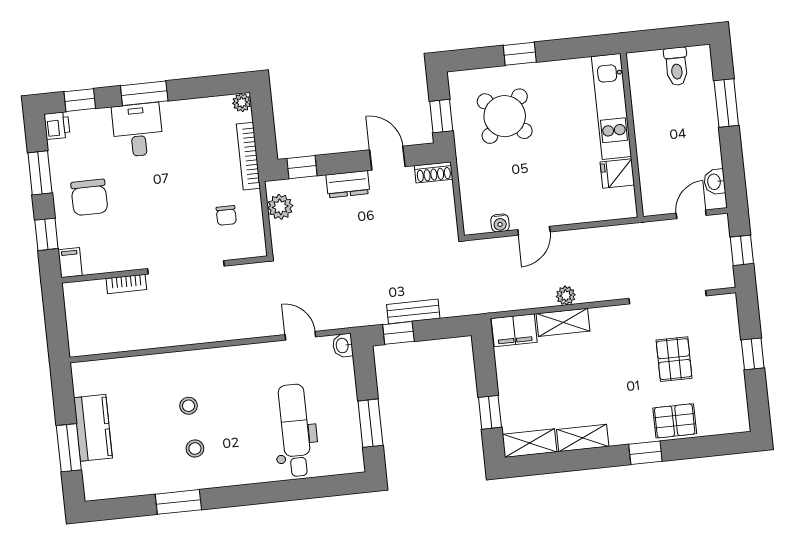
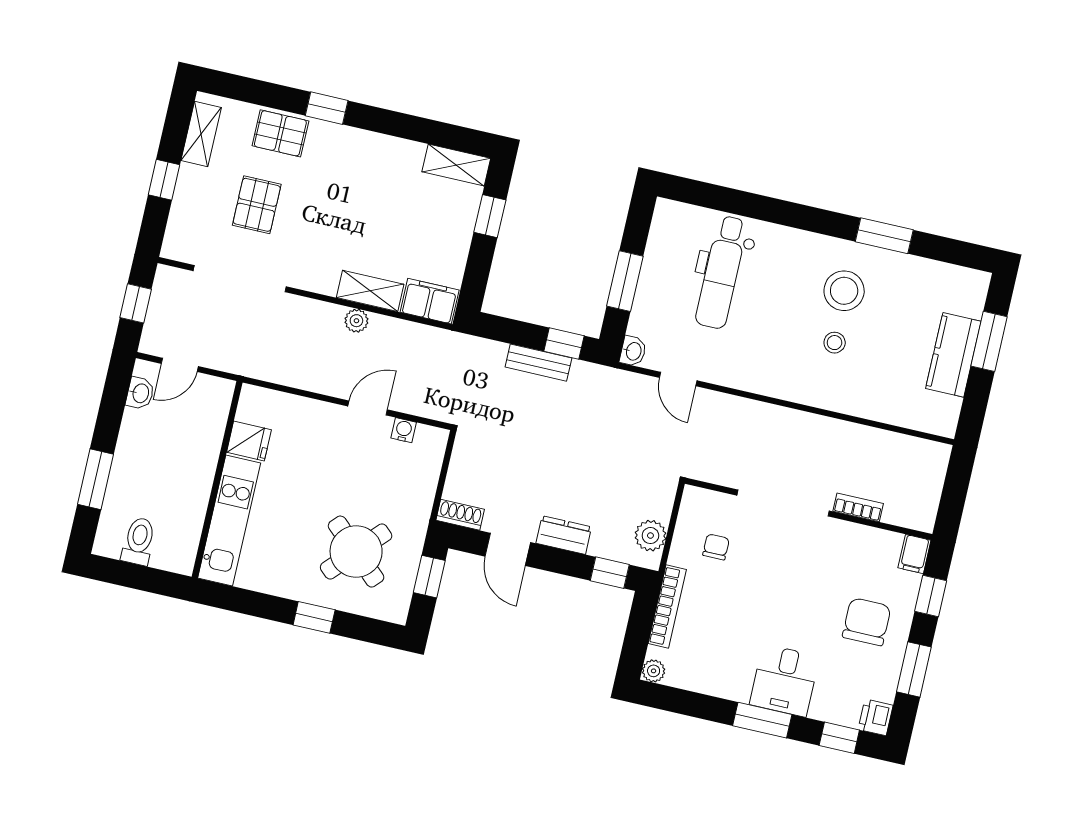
window: (370, 423) -> (625, 281), moved
shelving: (583, 438) -> (201, 134), moved, turned 90
stool: (195, 449) -> (844, 291), width x1.89, depth x1.89

